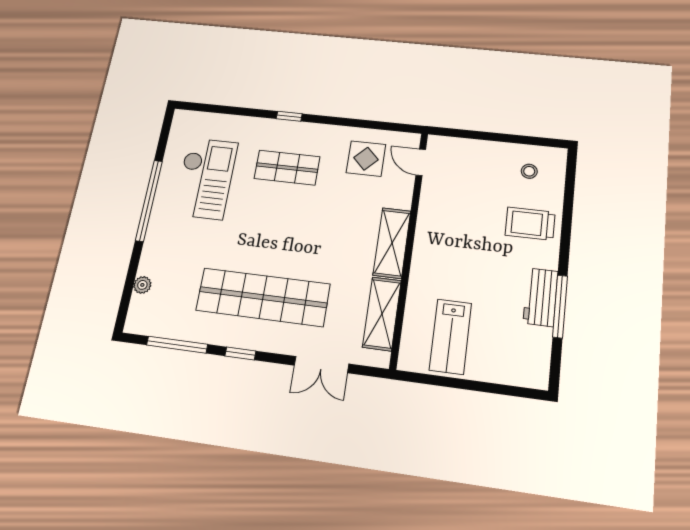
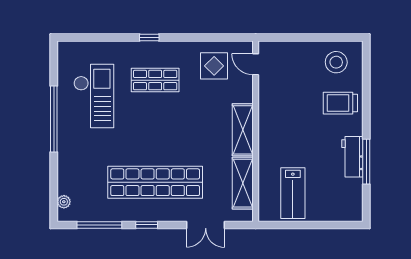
stool: (529, 171) -> (336, 62), width x1.89, depth x1.89
plant: (142, 285) -> (64, 202), moved

